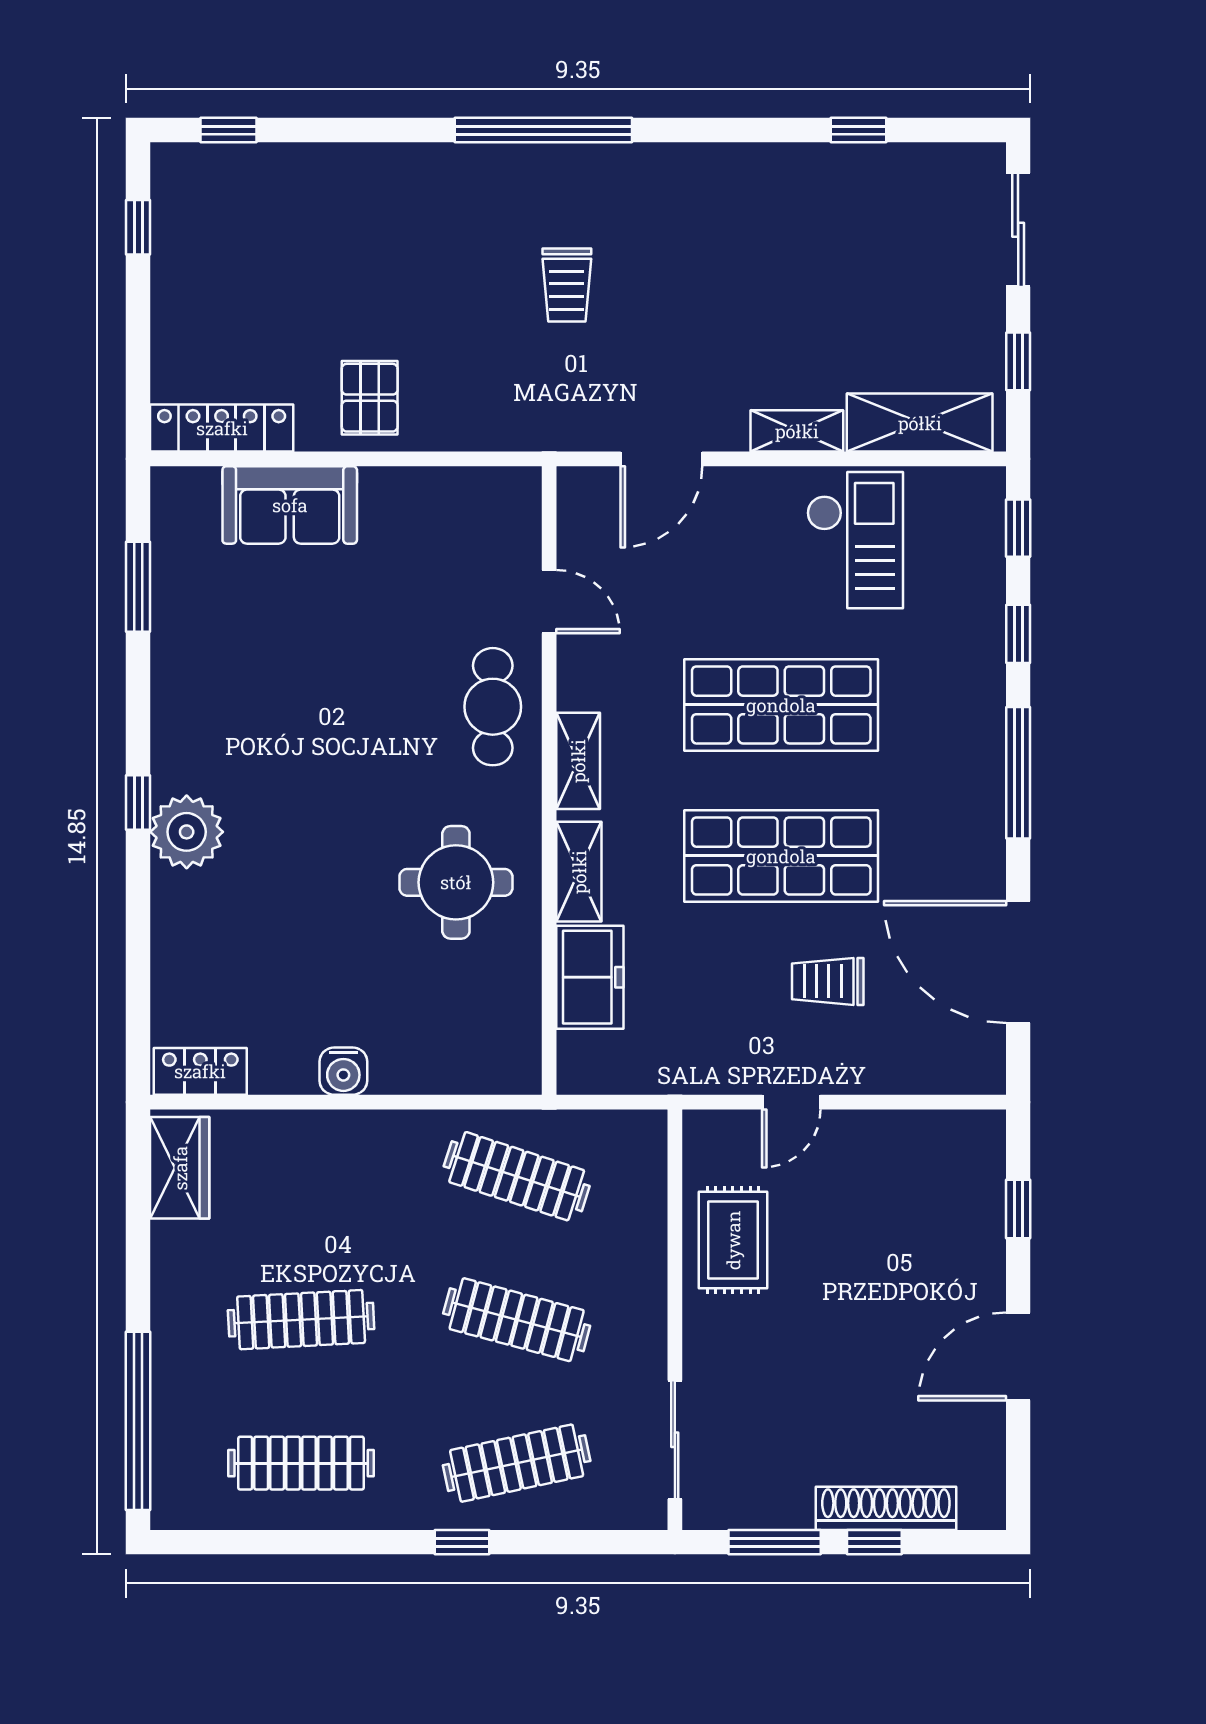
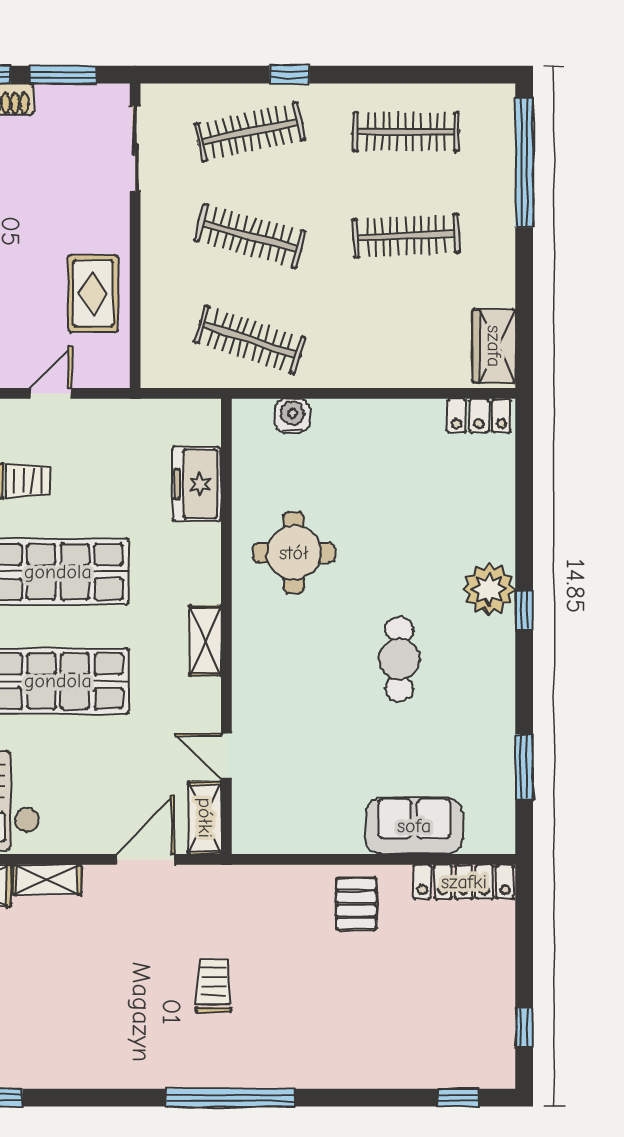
cafe table: (493, 707) -> (399, 659), moved
shelving: (579, 872) -> (205, 818), moved
water cooler: (343, 1071) -> (292, 416), moved

